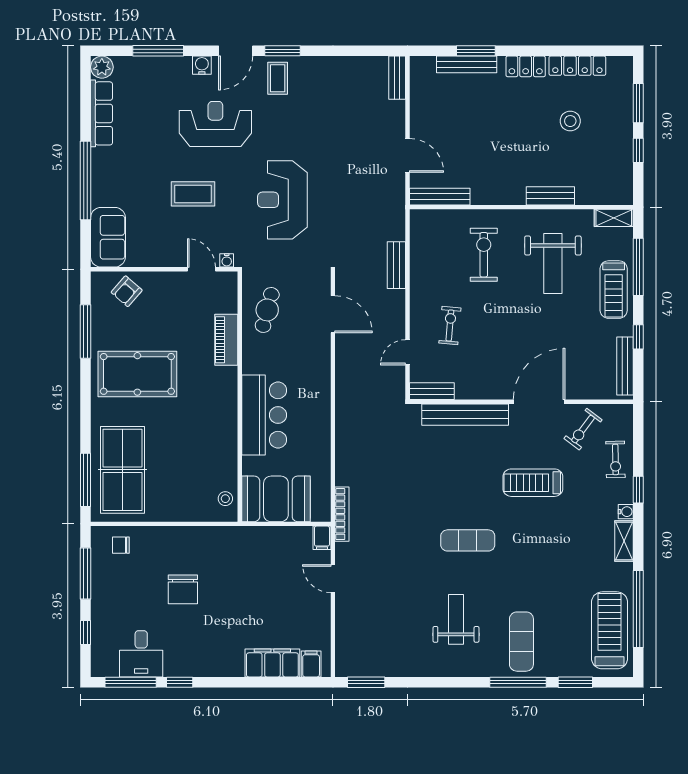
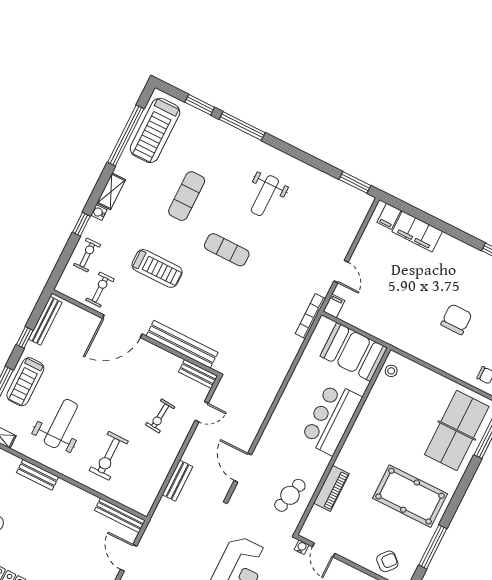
treadmill: (614, 290) -> (25, 382), turned 180
exercise bike: (583, 429) -> (100, 290), turned -37
exercise mat: (521, 642) -> (187, 196), moved

